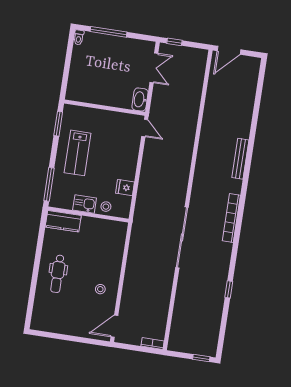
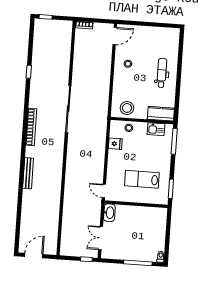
door: (229, 50) -> (34, 256), moved
lab bench: (78, 153) -> (142, 179), moved, turned -90
kitchen sink: (85, 204) -> (156, 129), moved
stool: (106, 232) -> (127, 108), added

